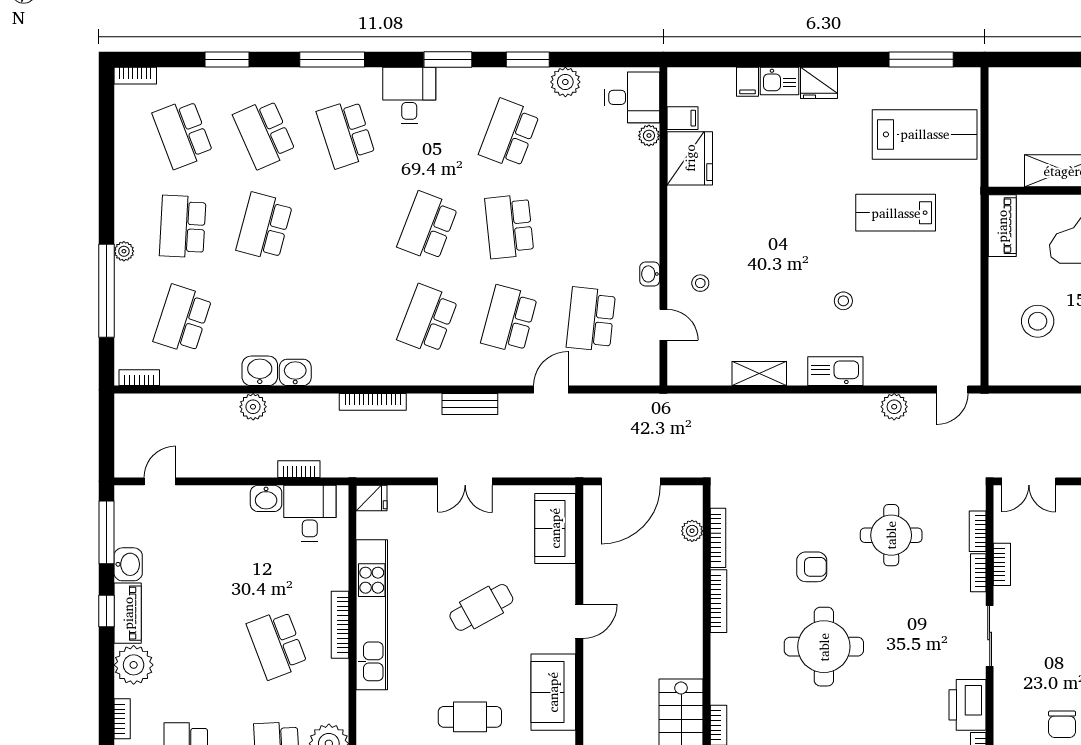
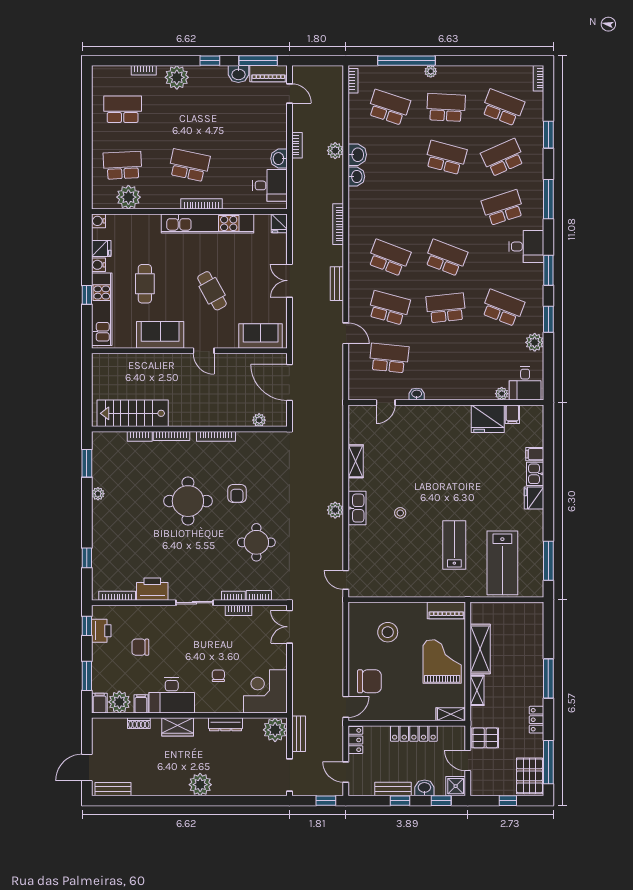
school desk: (183, 134) -> (503, 107), turned 42
stool: (700, 283) -> (411, 425), removed
plant: (894, 407) -> (335, 510), moved
bookcase: (299, 469) -> (297, 145), moved
bookcase: (718, 538) -> (172, 436), moved
piano: (128, 613) -> (268, 74), moved
school desk: (277, 644) -> (189, 165), turned 33

